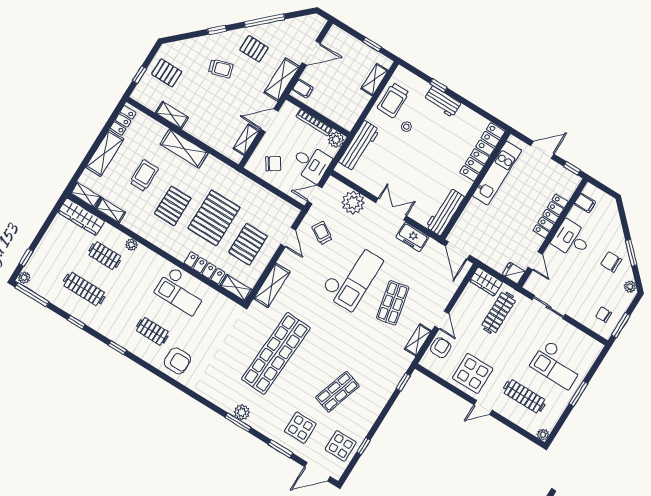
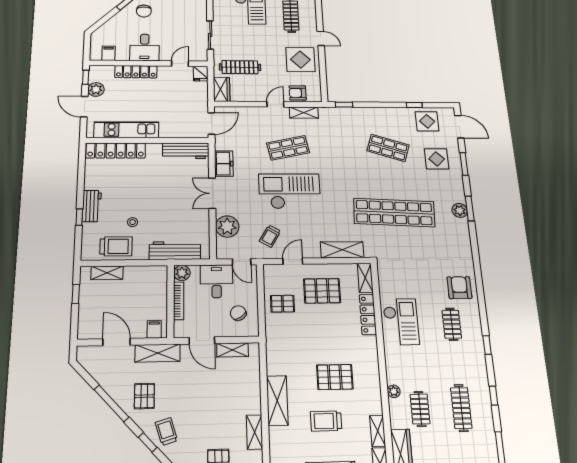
trolley: (221, 69) -> (166, 432), moved
plant: (554, 170) -> (96, 89), added
pallet: (214, 218) -> (283, 304), moved, width x0.49, depth x0.50

